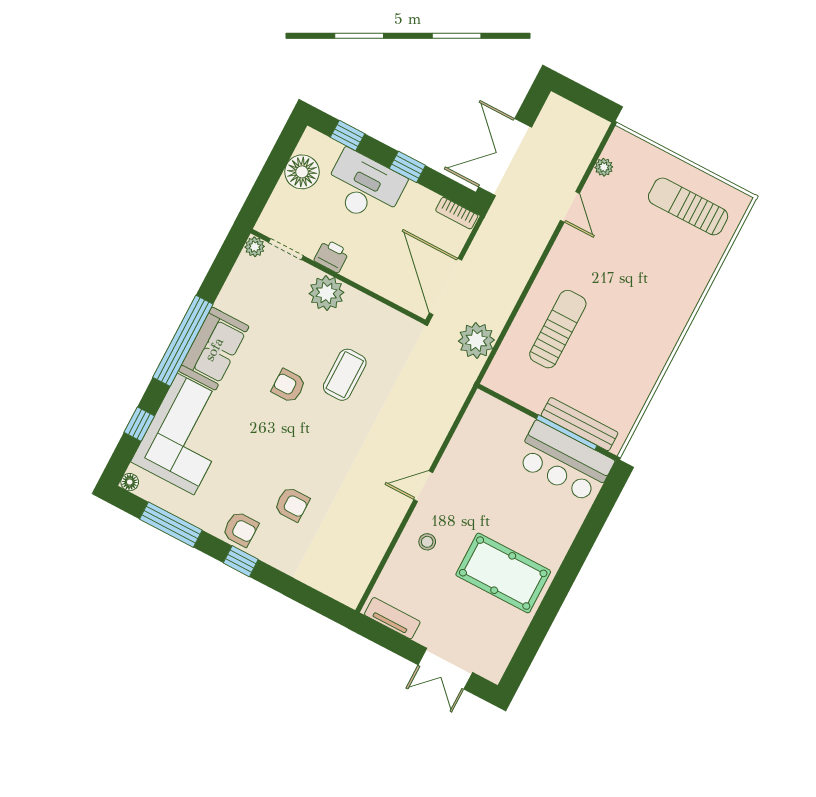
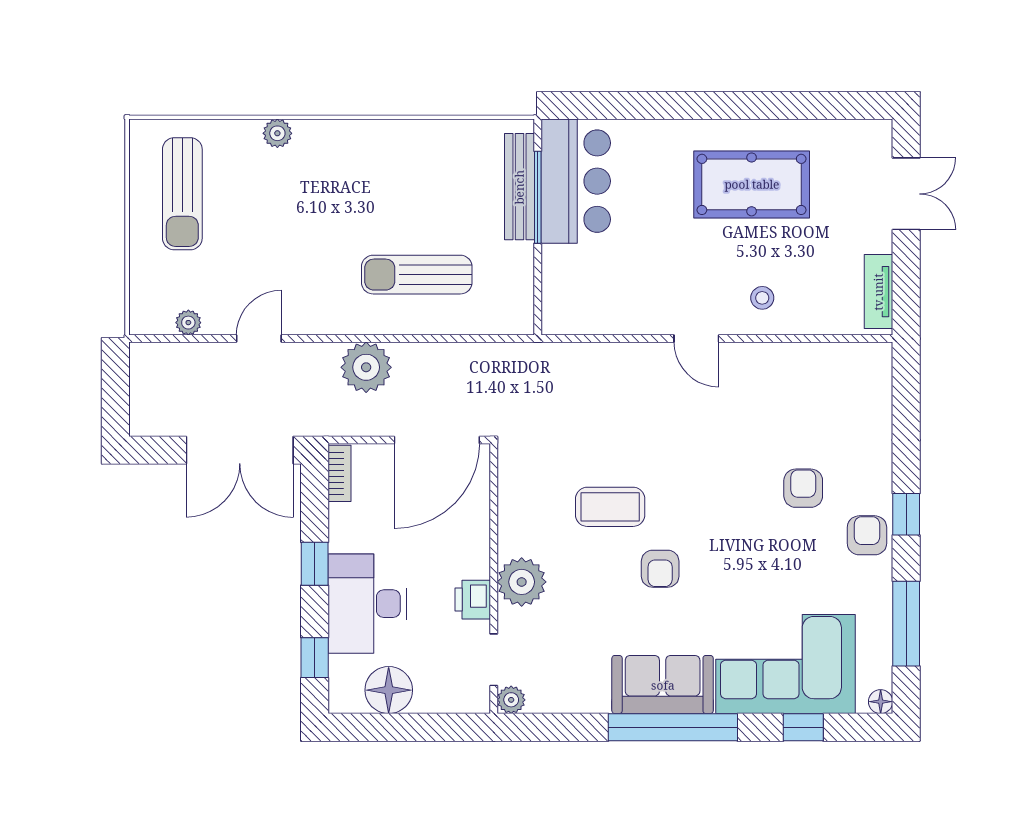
plant: (695, 287) -> (277, 133), added
plant: (476, 340) -> (366, 367), moved
pool table: (503, 573) -> (752, 184), turned 90

